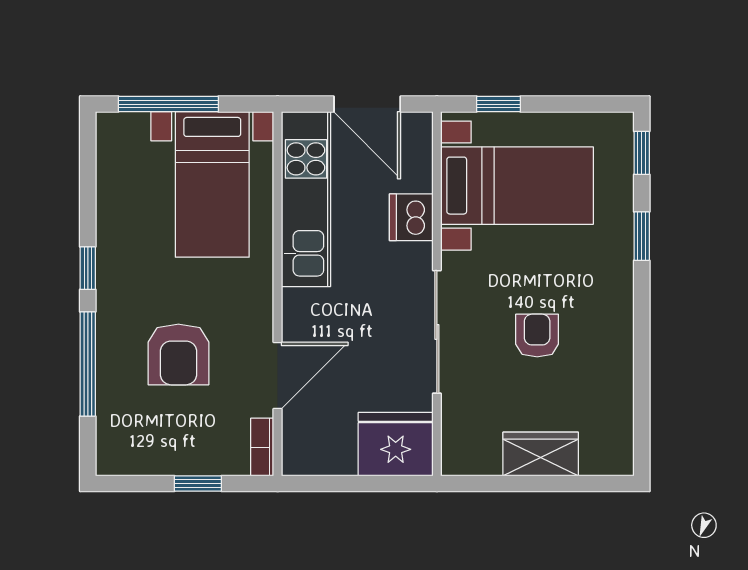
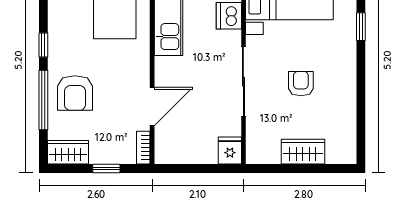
armchair: (178, 354) -> (75, 93), moved
fridge: (396, 444) -> (230, 151), width x0.53, depth x0.75
wardrobe: (131, 455) -> (68, 152), added

